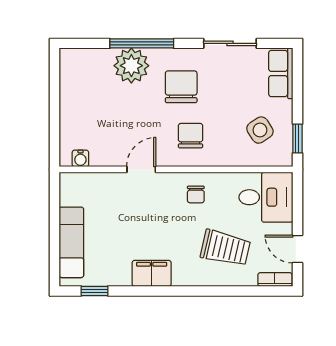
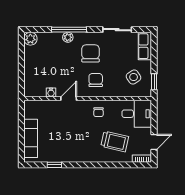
plant: (71, 60) -> (30, 39), added
plant: (131, 66) -> (68, 37), width x0.53, depth x0.53
water cooler: (80, 158) -> (51, 93), moved
door: (297, 249) -> (154, 142), swing flipped
filing cabinet: (152, 273) -> (74, 155), removed
window: (94, 291) -> (54, 165), moved

